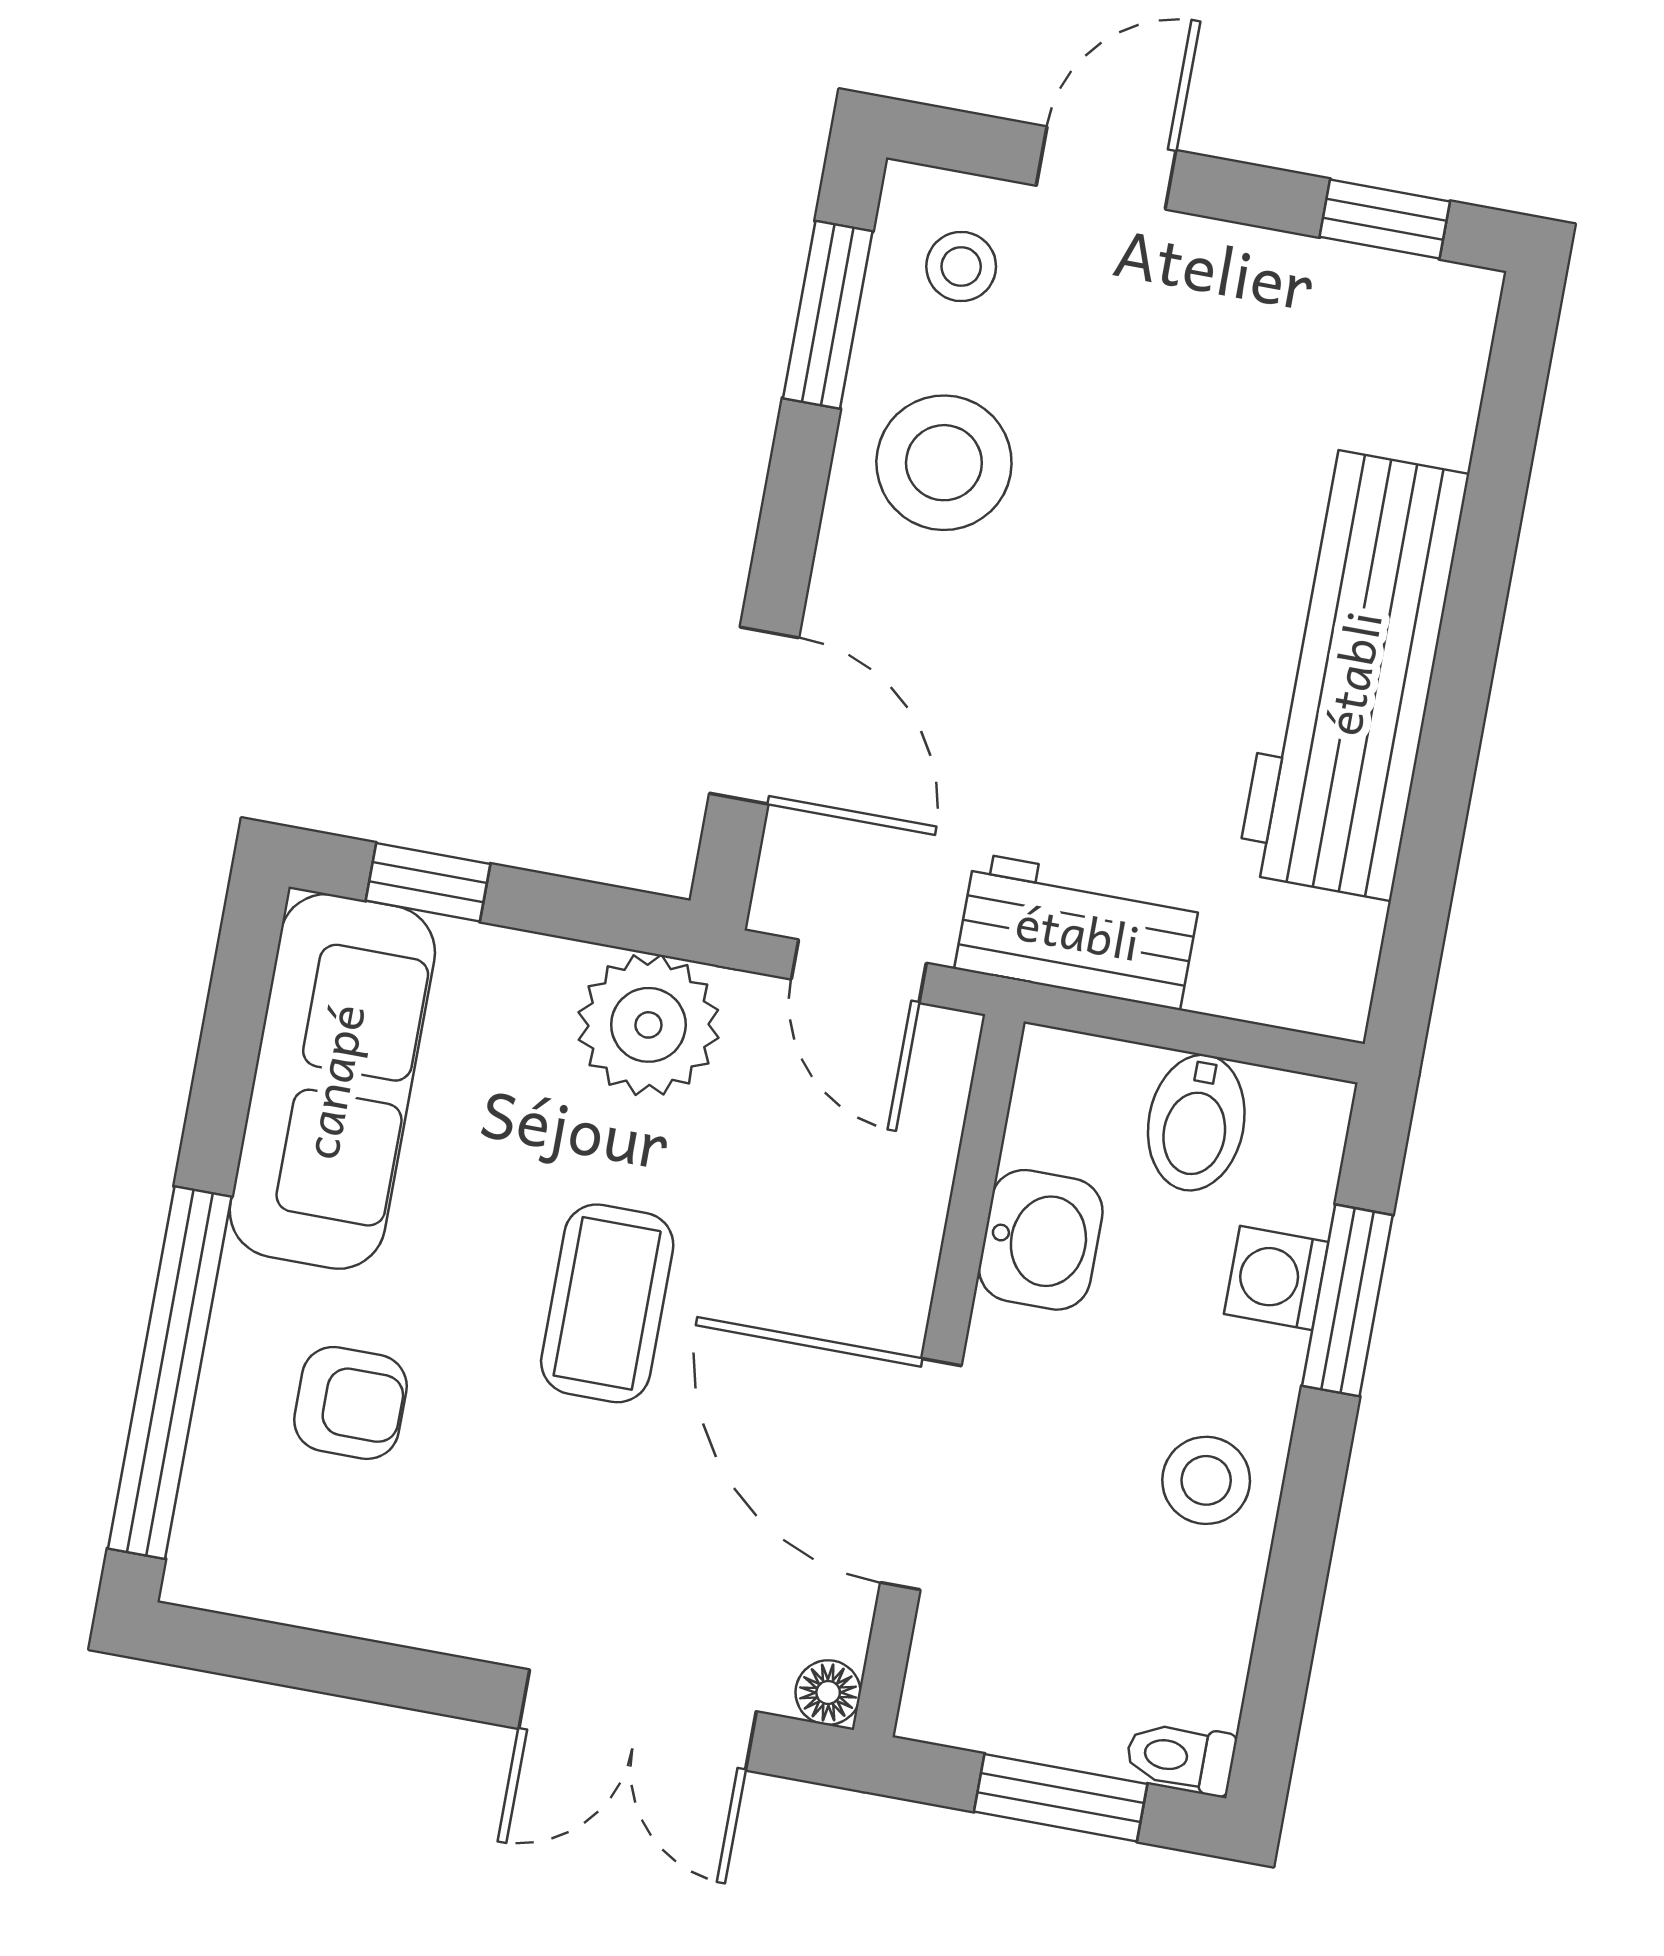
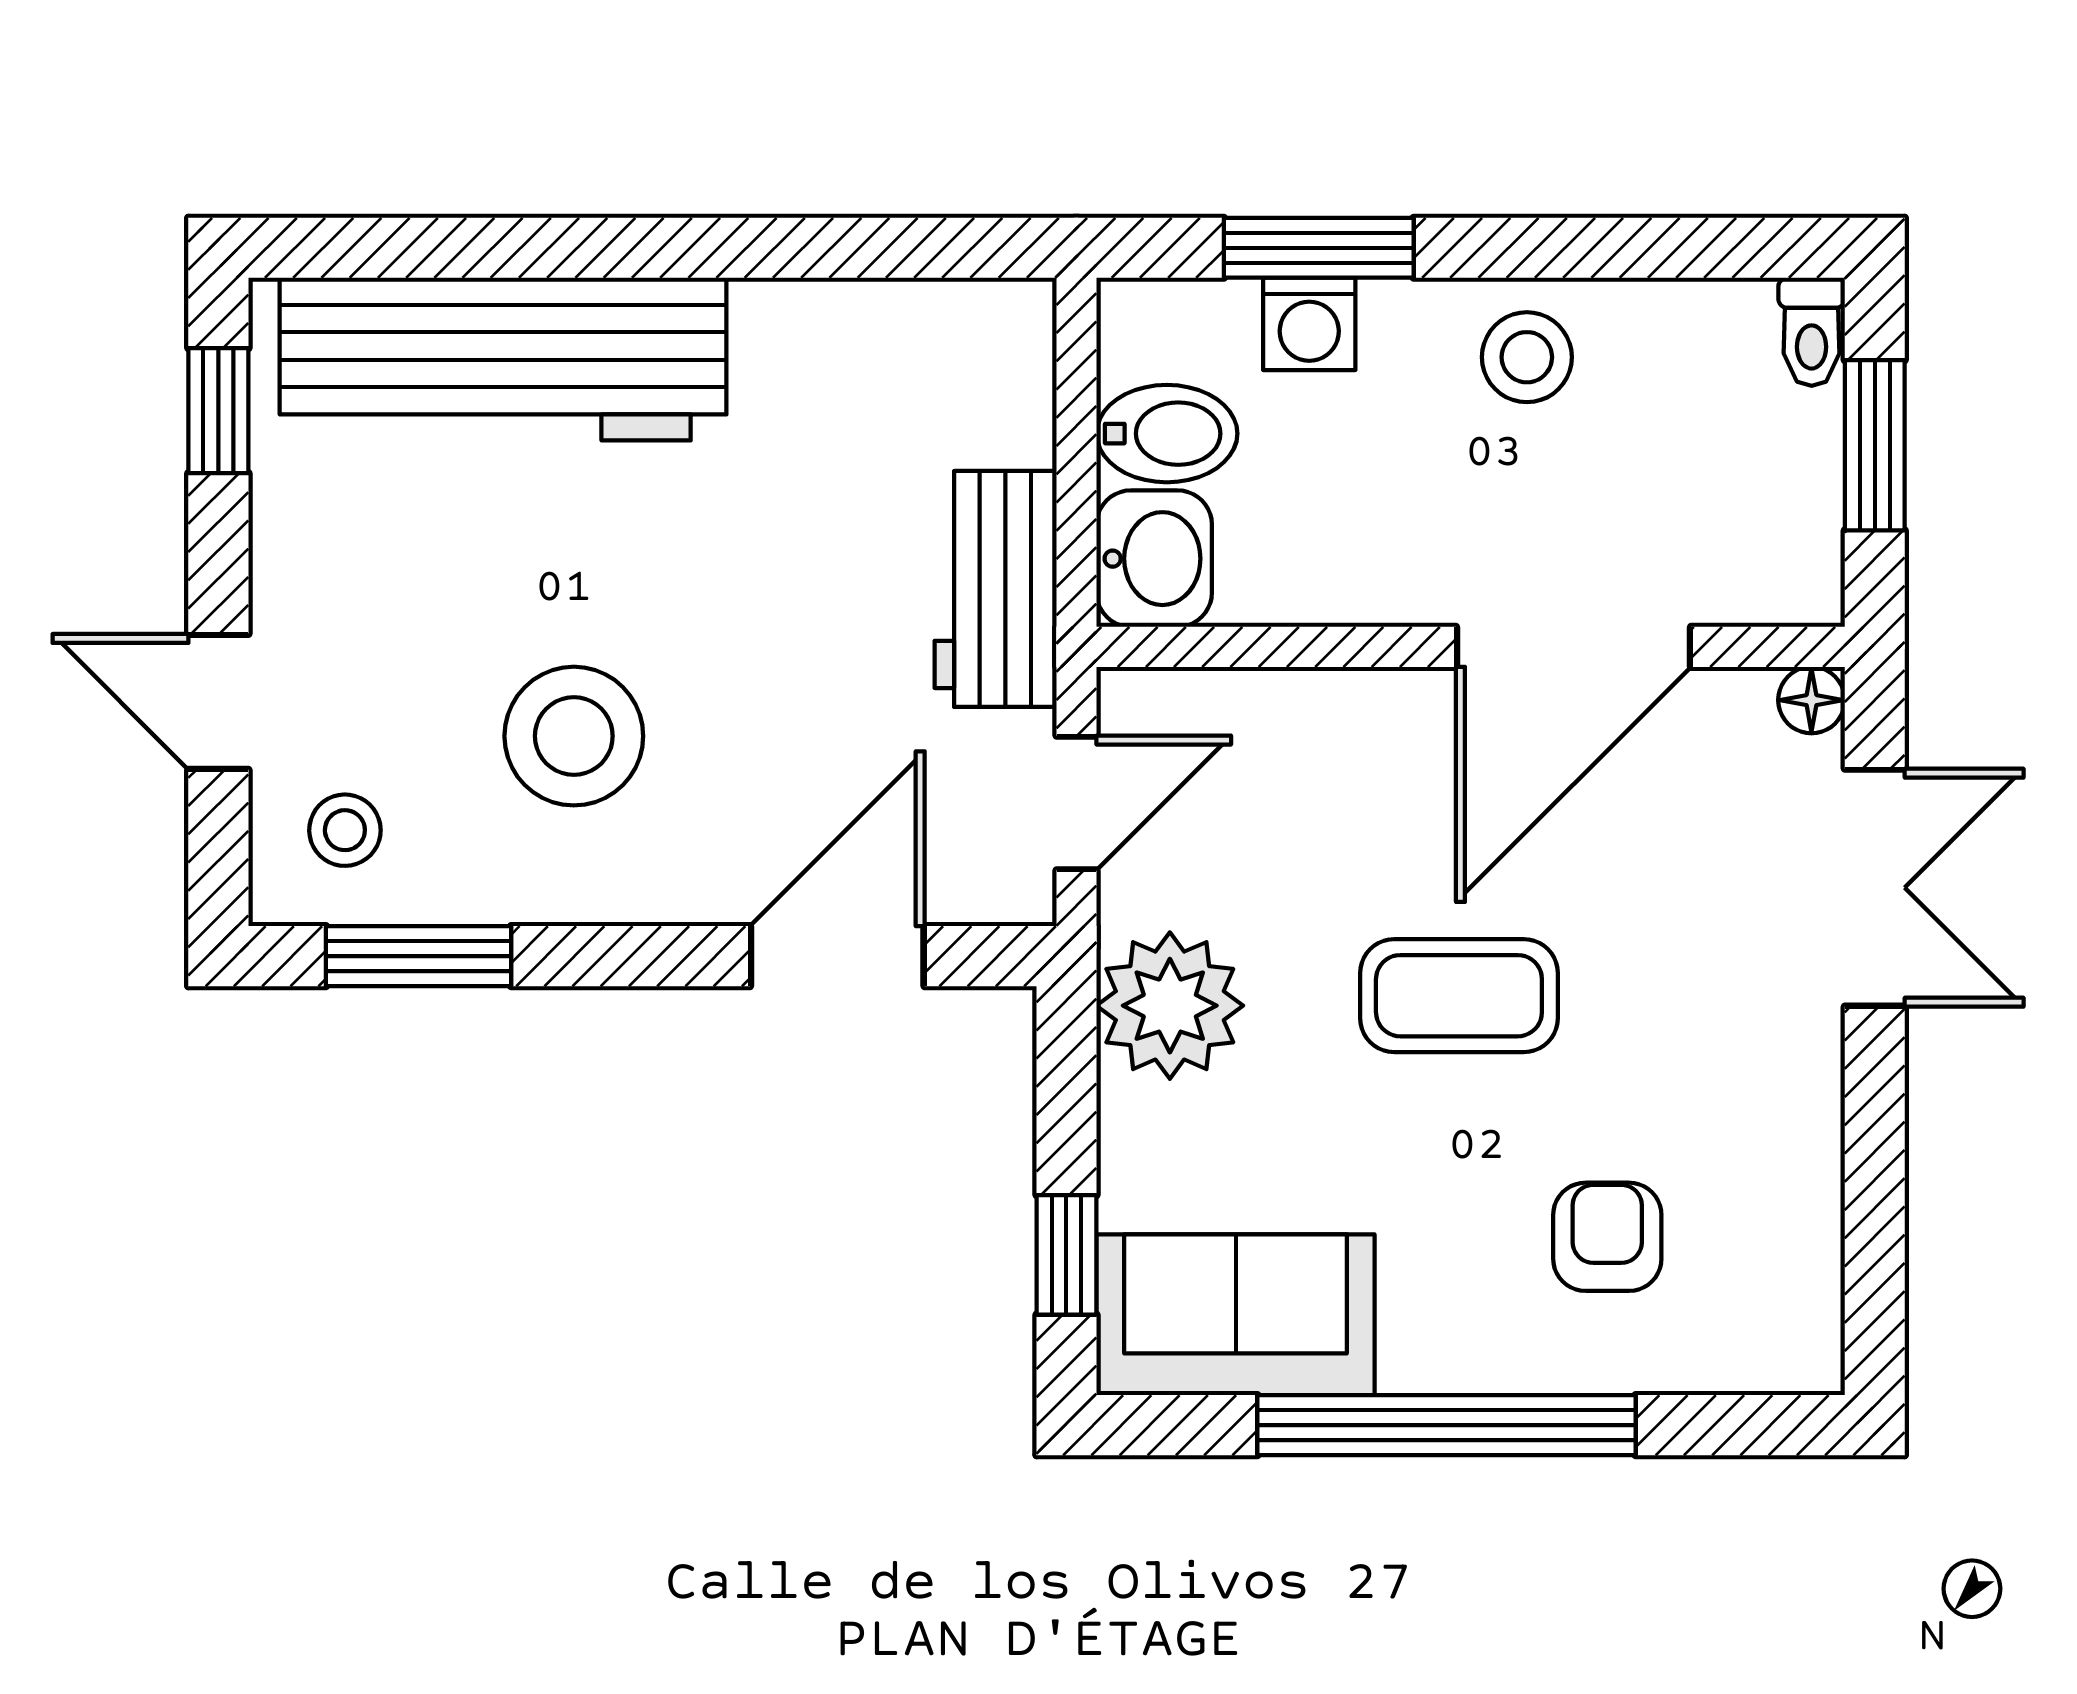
stool: (944, 463) -> (574, 736), moved
workbench: (1352, 673) -> (503, 359), moved
sofa: (332, 1081) -> (1236, 1315), width x0.73
washbasin: (1041, 1240) -> (1154, 559), moved, turned 90
window: (170, 1373) -> (1447, 1425), moved

